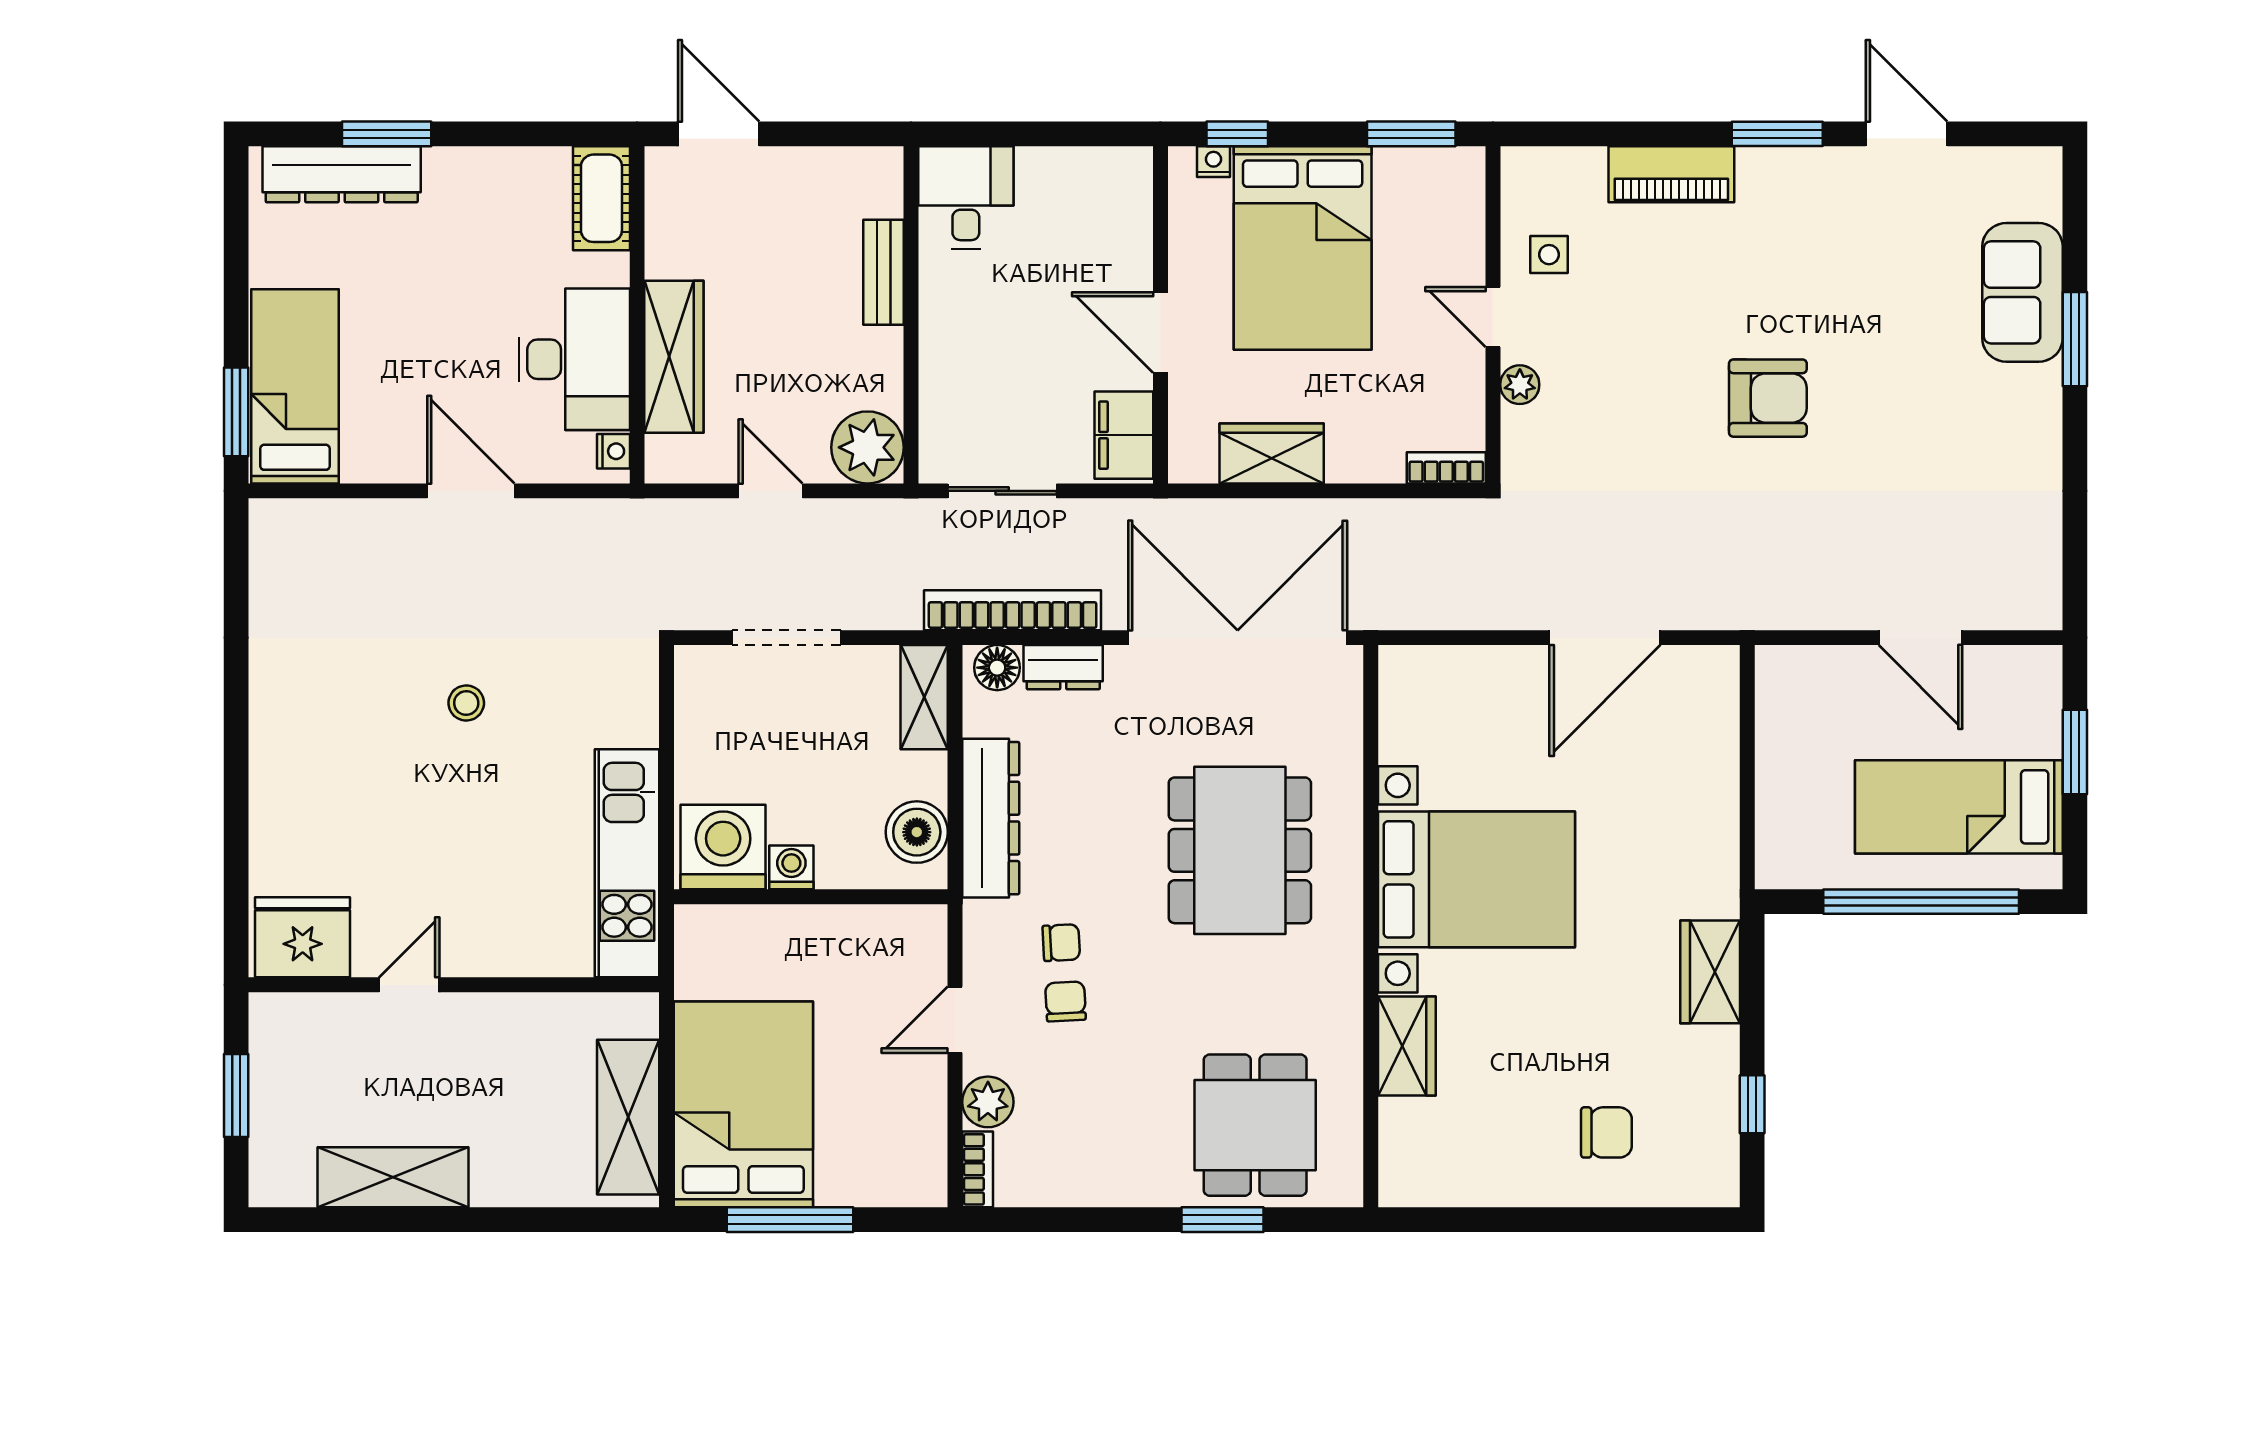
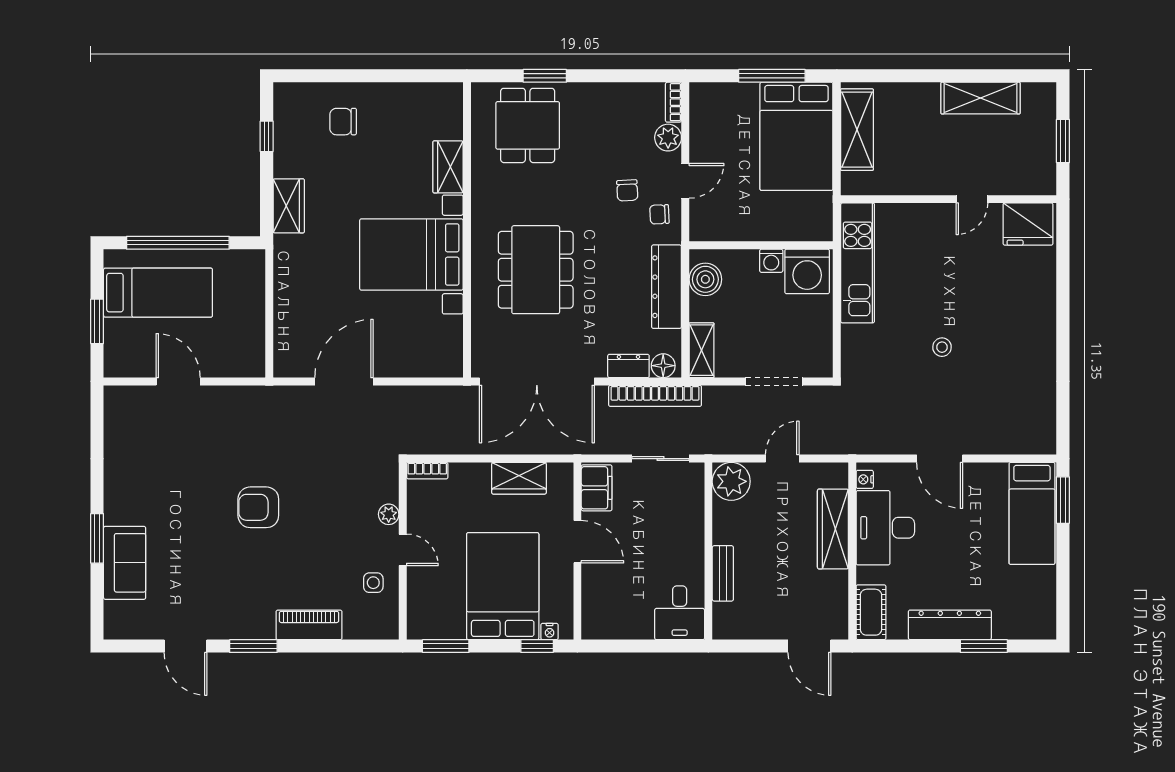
dresser: (342, 174) -> (950, 625), moved
door: (771, 491) -> (782, 459), swing flipped
chair: (1061, 943) -> (659, 214), moved

